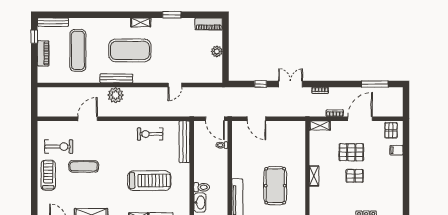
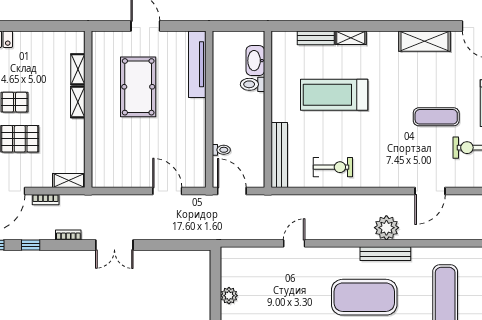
window: (261, 84) -> (31, 245), moved
shelving: (314, 197) -> (78, 69), added

